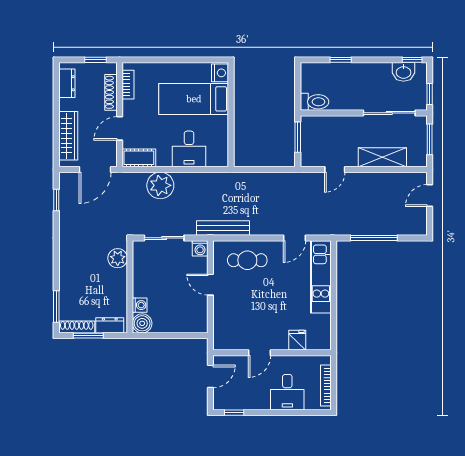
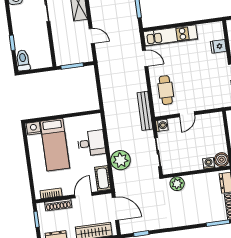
toilet: (314, 102) -> (23, 60), moved
door: (120, 128) -> (83, 195), swing flipped

